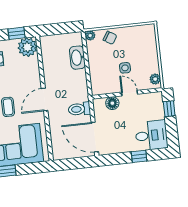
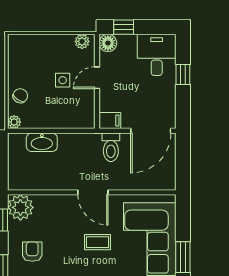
floor lamp: (112, 103) -> (108, 43), moved
filing cabinet: (99, 106) -> (110, 121), added

